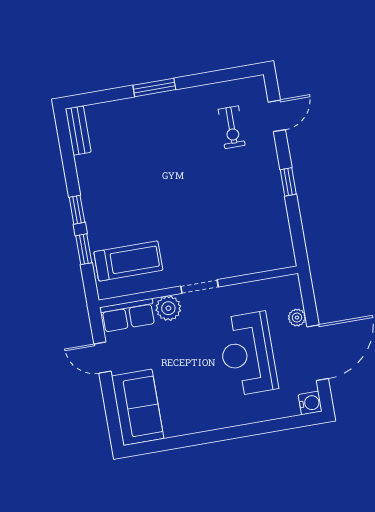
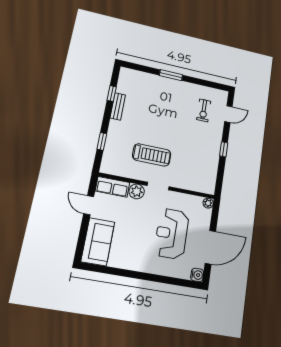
bench: (78, 130) -> (118, 106), moved
window: (77, 210) -> (112, 93), moved
treadmill: (128, 261) -> (152, 155), moved
plant: (297, 318) -> (208, 203), moved

